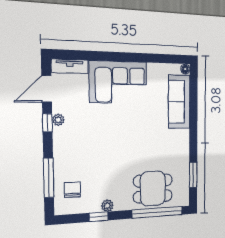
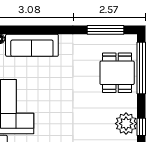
window: (193, 175) -> (106, 30), width x1.44
plant: (107, 206) -> (126, 124), width x1.88, depth x1.88

